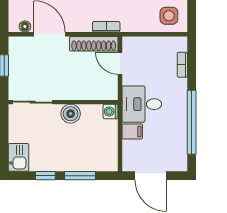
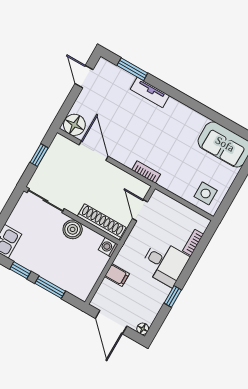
floor lamp: (25, 26) -> (74, 125), width x1.89, depth x1.89
shoe rack: (94, 44) -> (102, 222), moved, turned 180
desk: (142, 104) -> (164, 263), moved, turned 180
window: (192, 122) -> (173, 297), width x0.32
floor lamp: (182, 165) -> (143, 329), added

